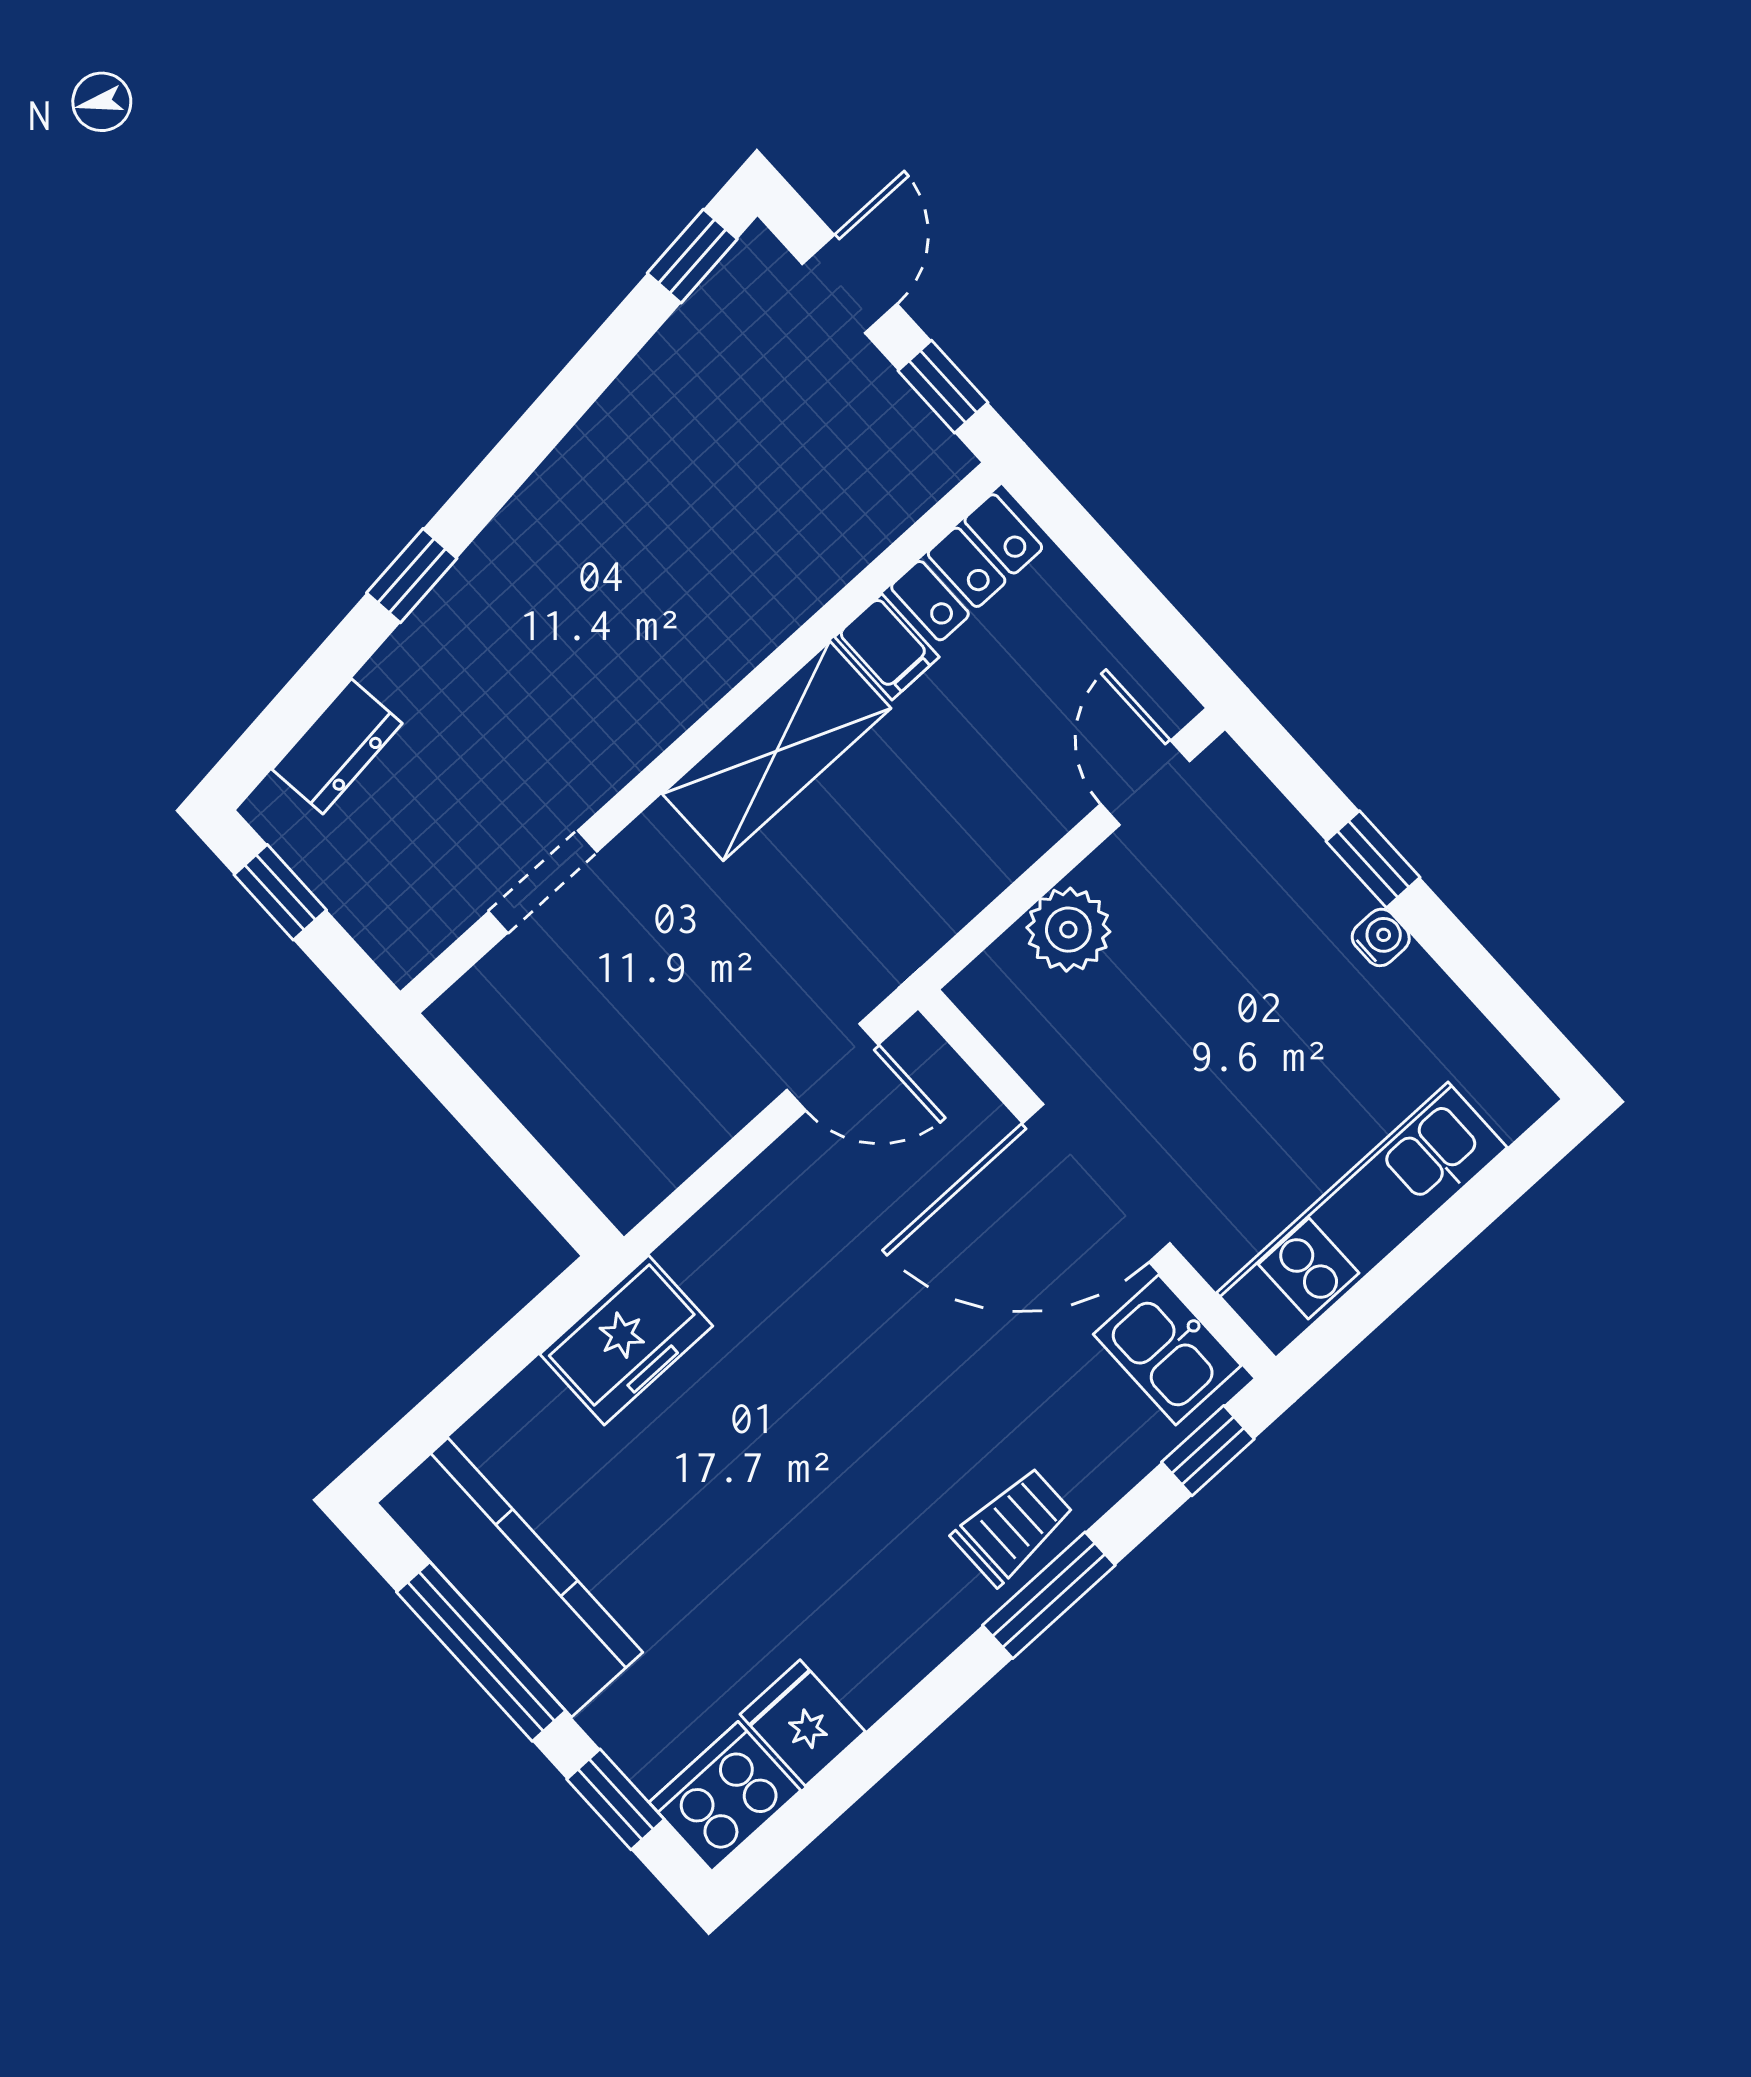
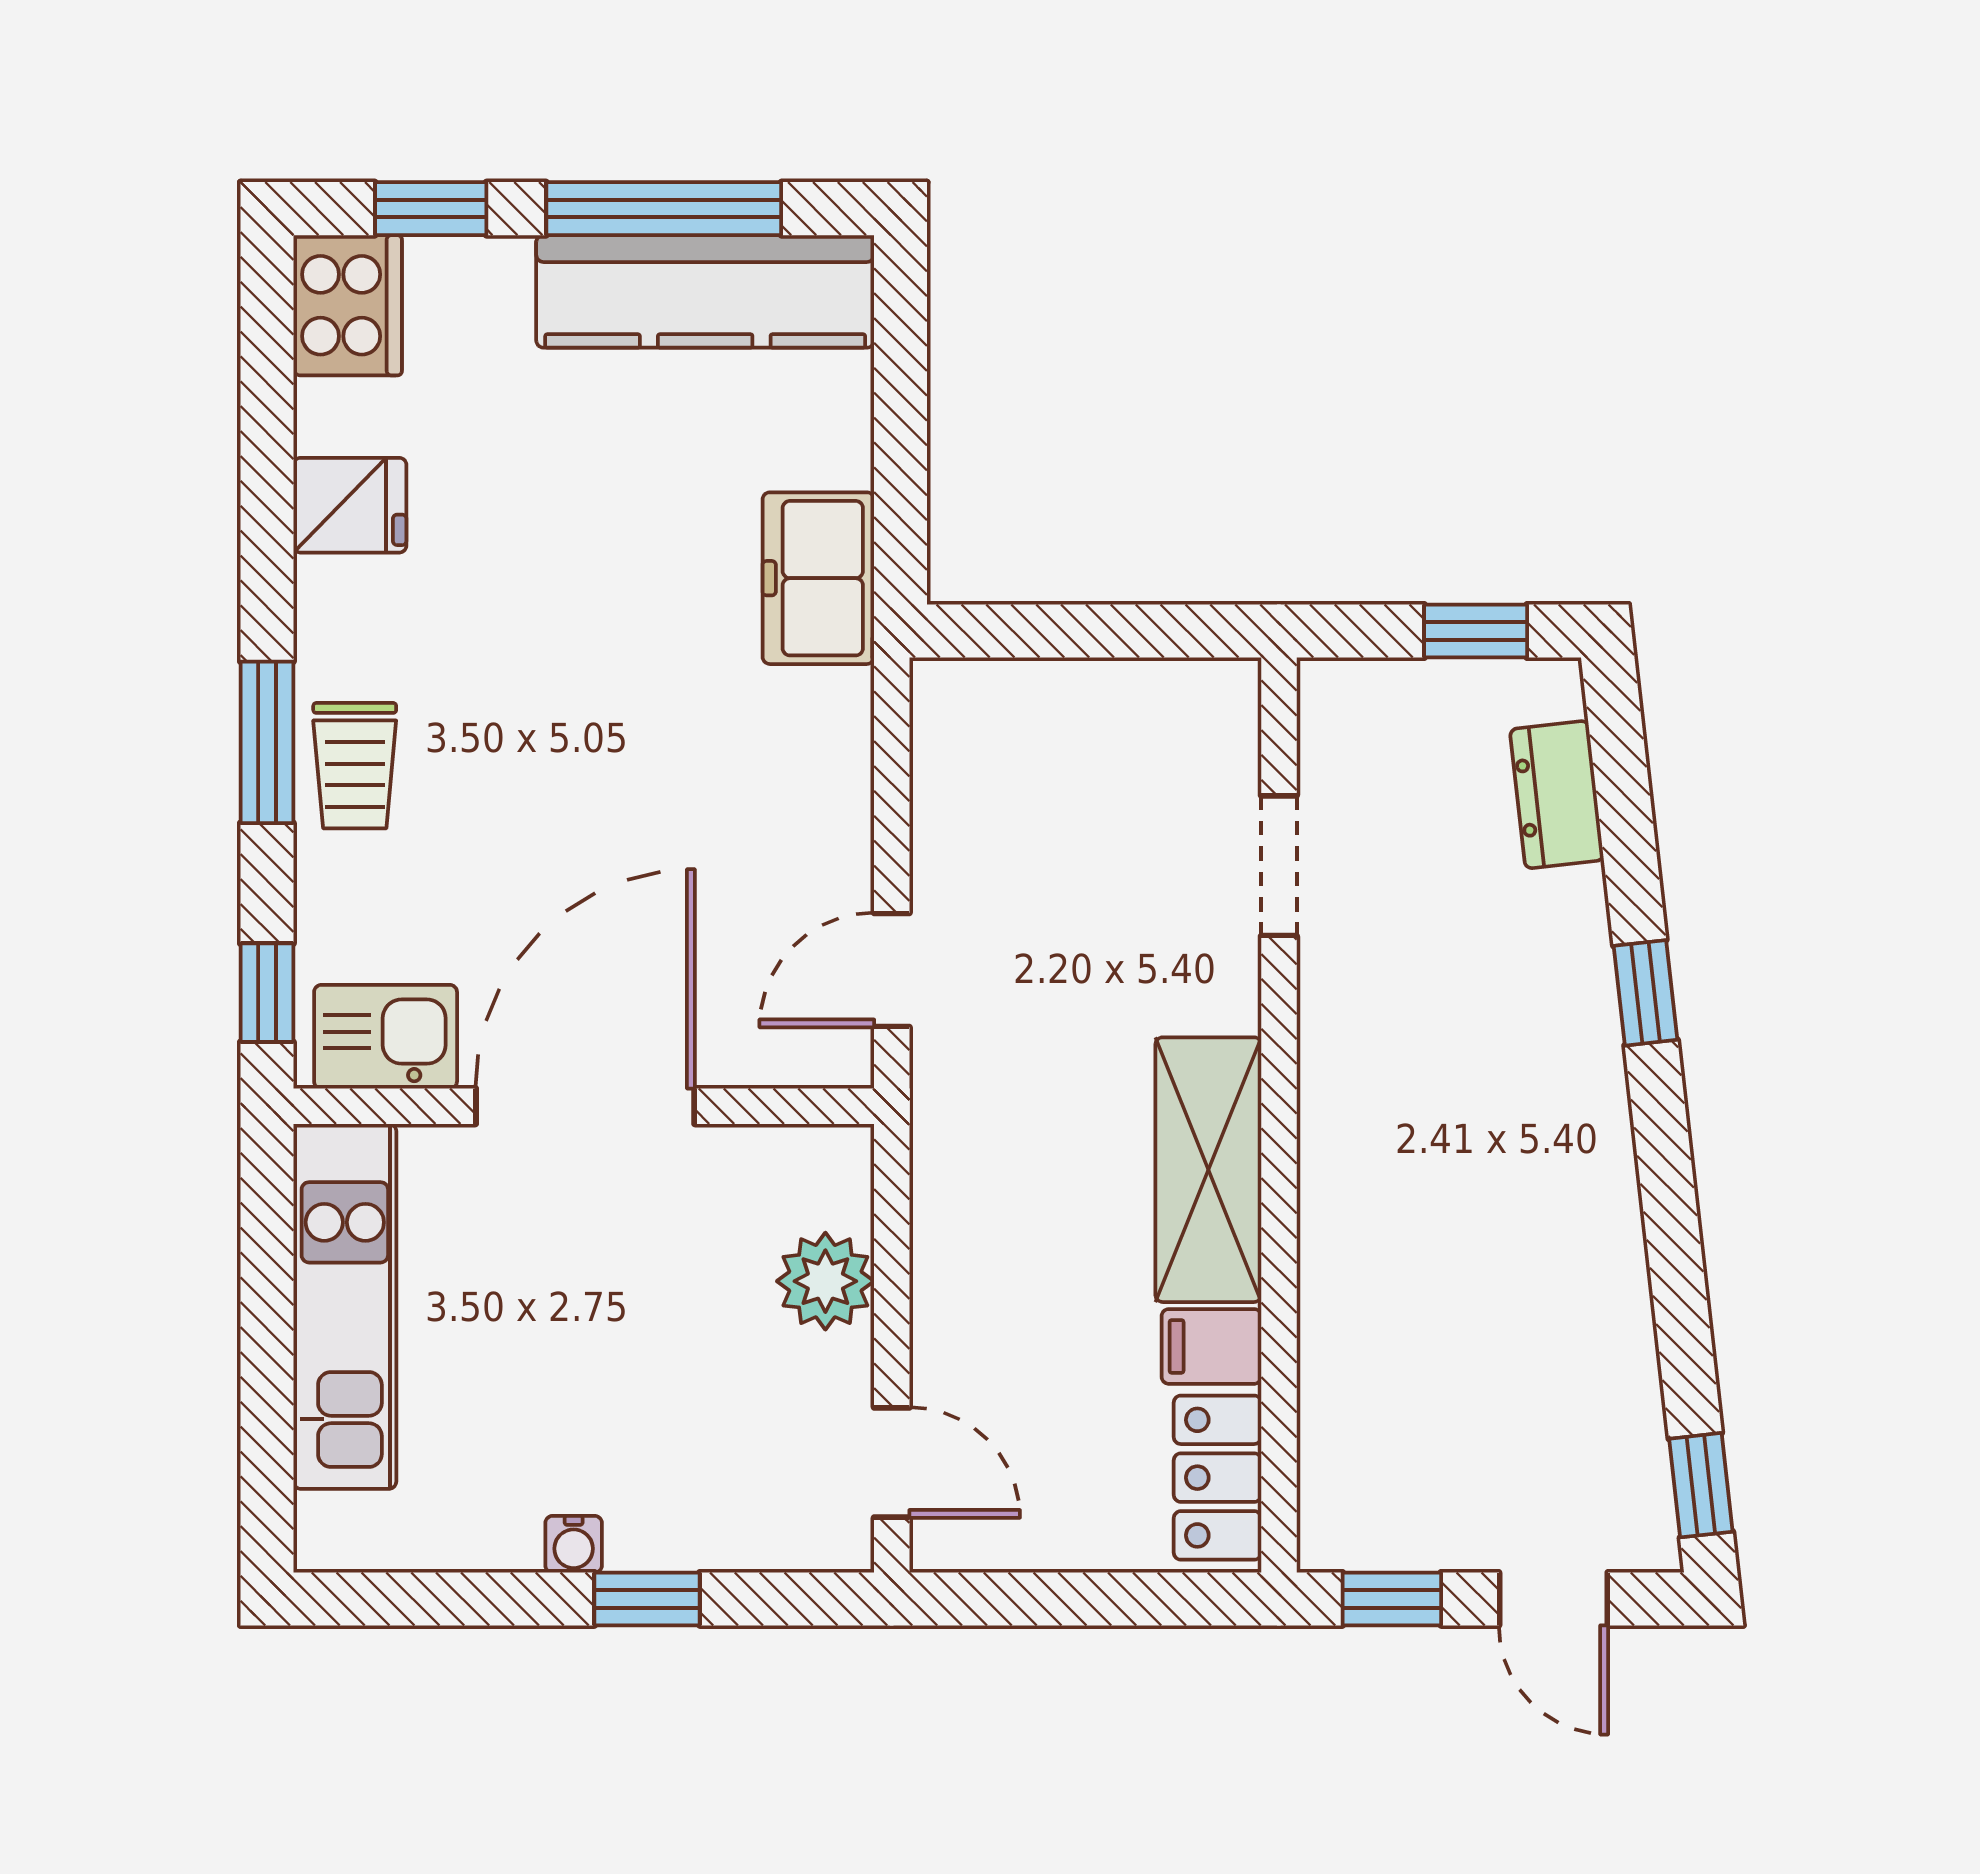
fridge: (803, 1723) -> (350, 505), moved

